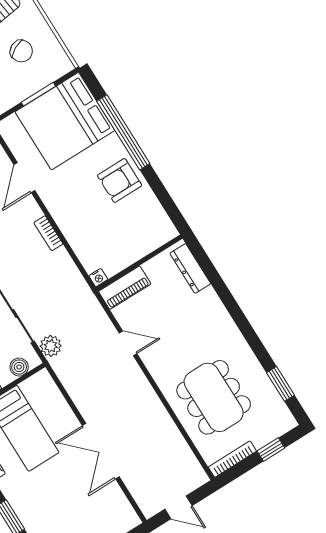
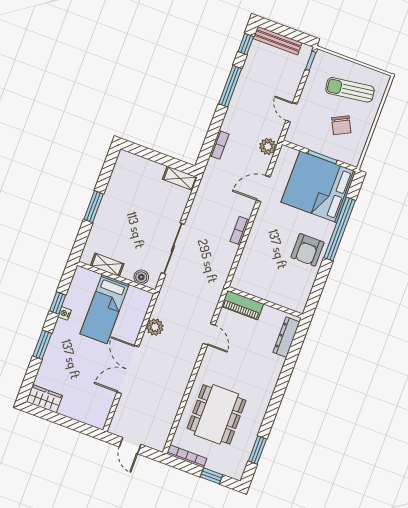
armchair: (120, 180) -> (307, 250), turned -90
nightstand: (98, 278) -> (236, 284), removed
plant: (51, 346) -> (155, 327), moved

